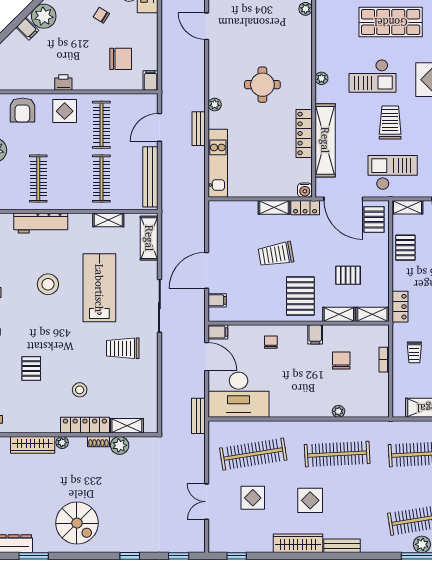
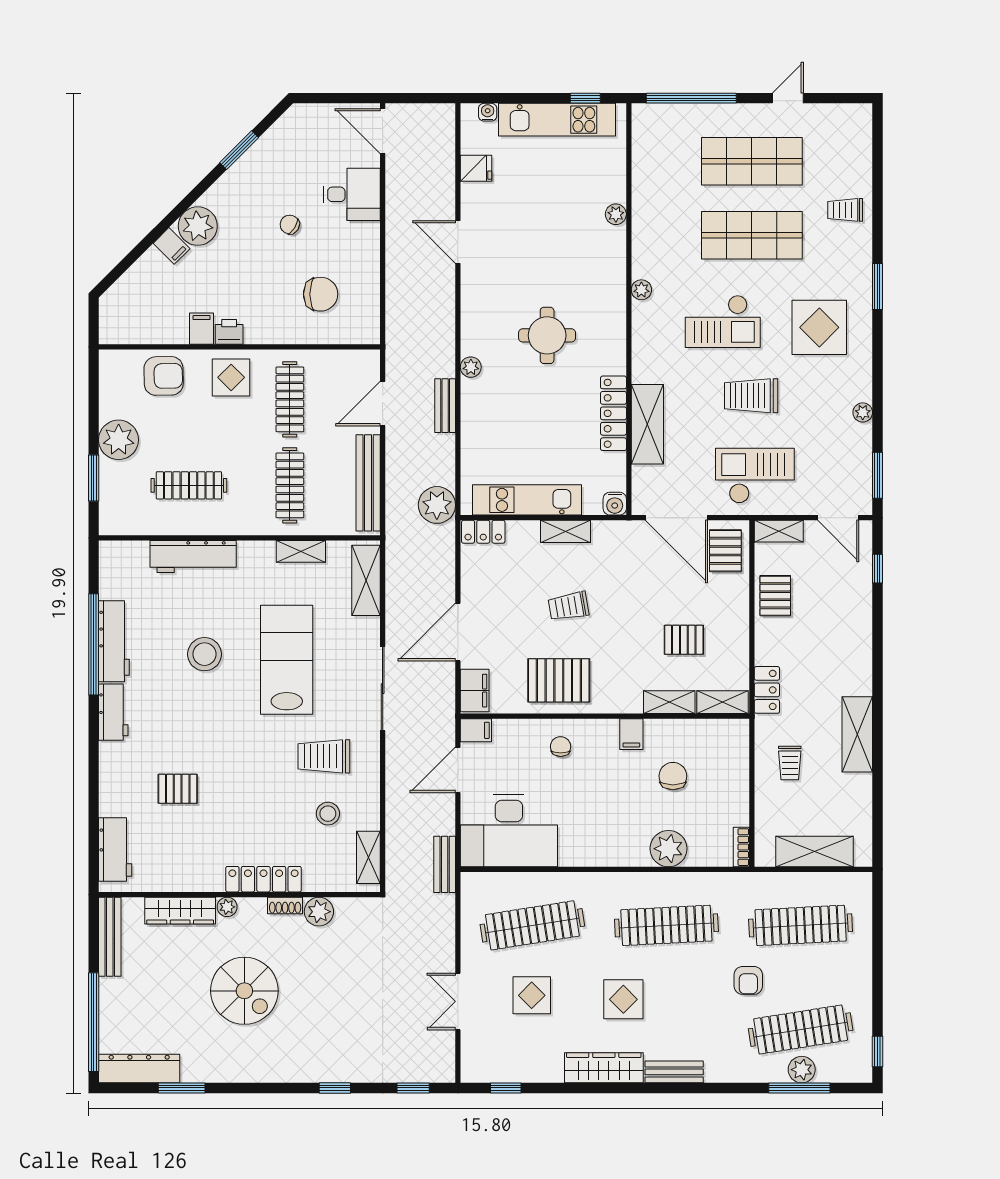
plant: (321, 78) -> (641, 290), moved
filing cabinet: (150, 80) -> (202, 329), moved
armchair: (22, 110) -> (164, 376), turned -91
trolley: (390, 122) -> (751, 396), turned -90
shelving: (325, 140) -> (647, 424), width x0.68
kitchen unit: (218, 163) -> (527, 500), moved, turned -90
clothes rail: (38, 179) -> (189, 485), turned 90
plant: (193, 191) -> (437, 505), added
locker: (305, 208) -> (483, 532), moved
trolley: (276, 254) -> (568, 606), width x0.73, depth x0.72
pallet: (300, 296) -> (559, 680), moved, turned 90
filing cabinet: (217, 300) -> (475, 691), width x2.00
door: (207, 357) -> (458, 770), swing flipped
bookcase: (384, 360) -> (741, 847), moved
pallet: (31, 369) -> (178, 789), turned 90
stool: (80, 390) -> (328, 814), moved
plant: (338, 411) -> (668, 849), width x1.88, depth x1.88
shelving: (127, 426) -> (368, 857), moved, turned 90
armchair: (388, 489) -> (748, 980), added
spiral stairs: (77, 523) -> (244, 991), moved

